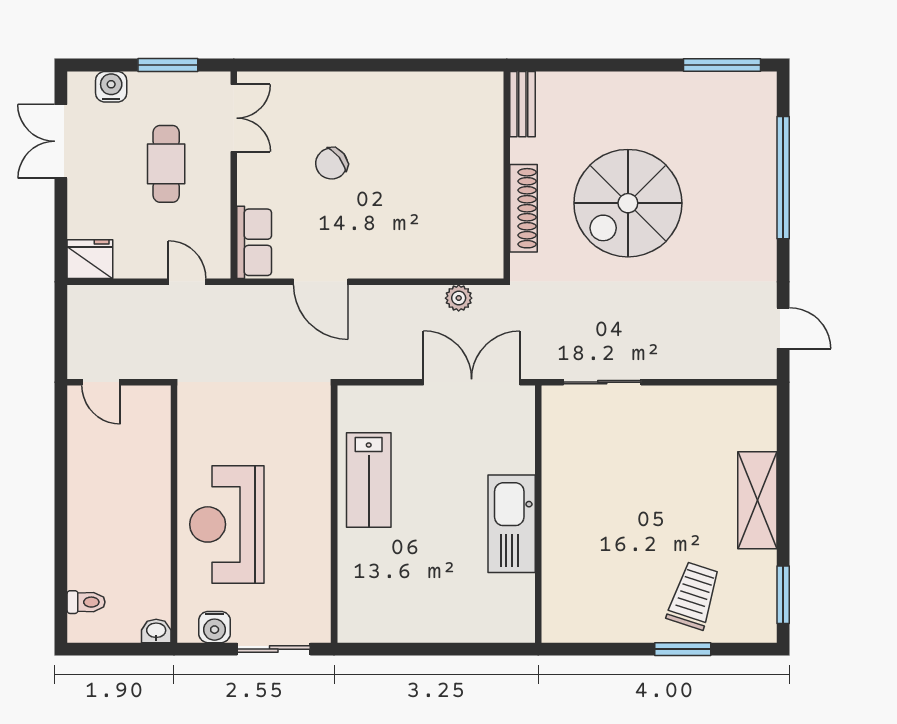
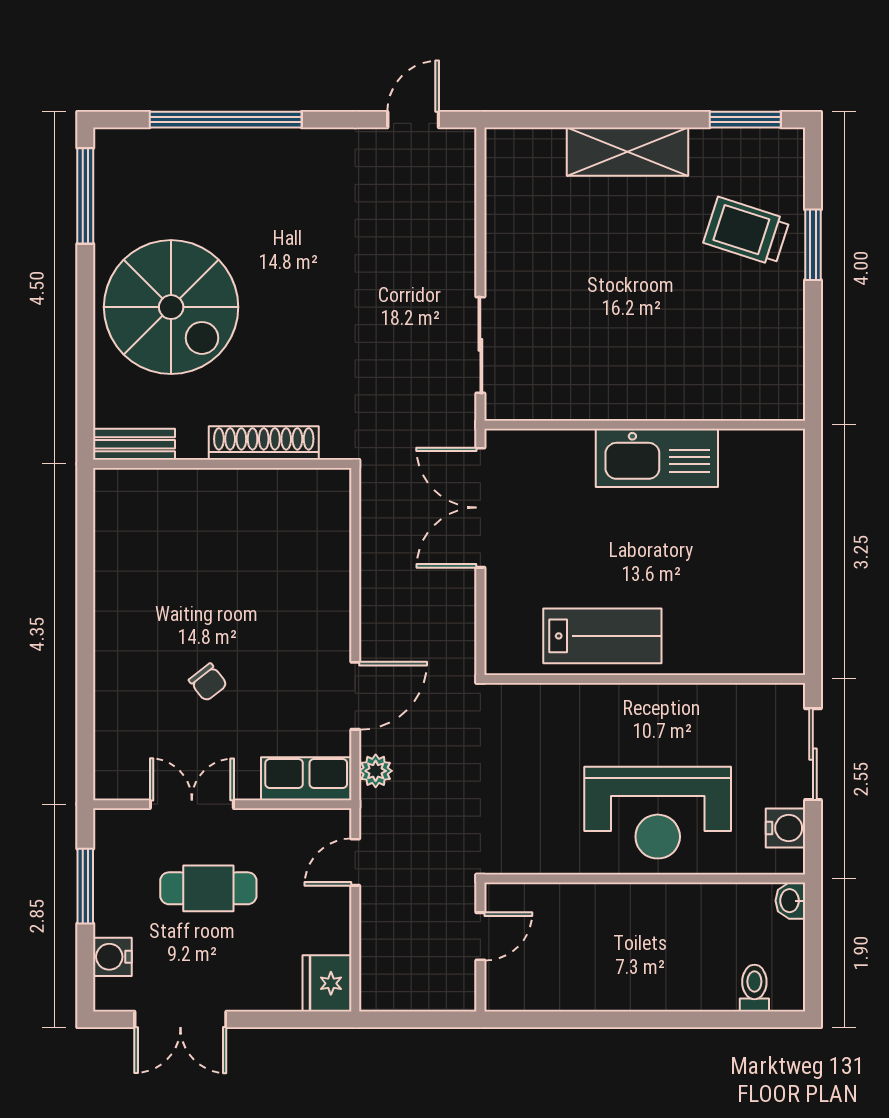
double door: (234, 118) -> (192, 804), moved
chair: (331, 163) -> (208, 682), width x0.73, depth x0.73
spiral stairs: (628, 203) -> (171, 307), moved
plant: (459, 298) -> (376, 771), moved
door: (101, 382) -> (480, 936), moved

